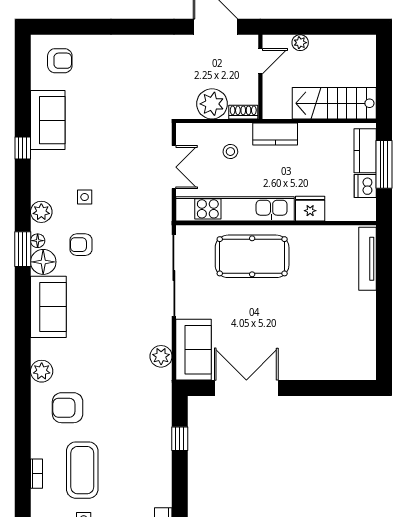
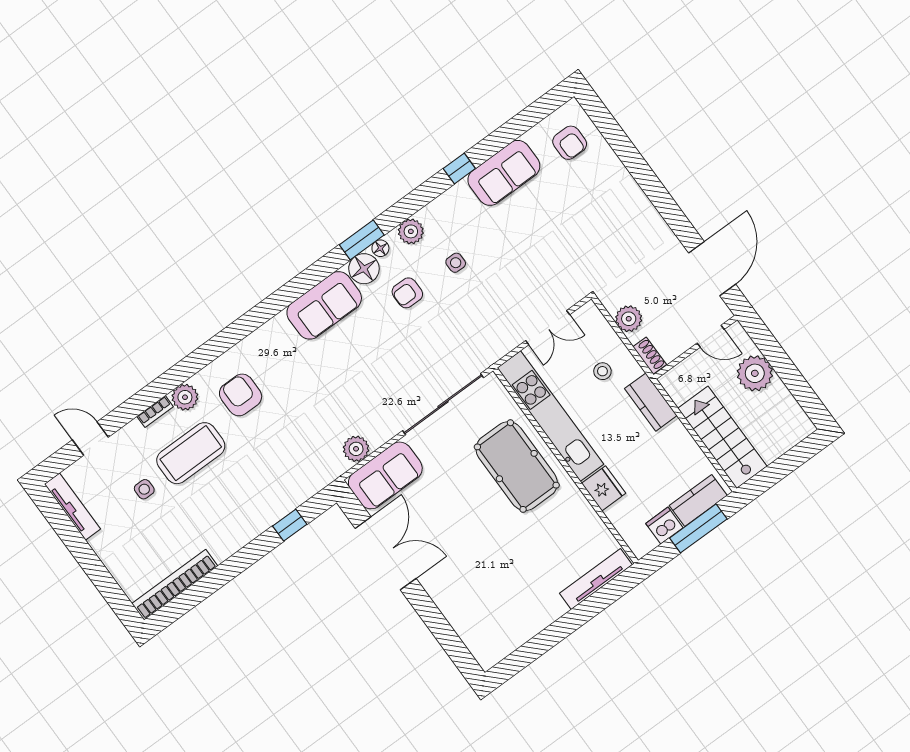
plant: (300, 43) -> (755, 373), width x1.88, depth x1.88
plant: (212, 104) -> (629, 319), width x0.73, depth x0.73
armchair: (81, 245) -> (407, 293), turned -90
plant: (42, 371) -> (185, 397), moved

